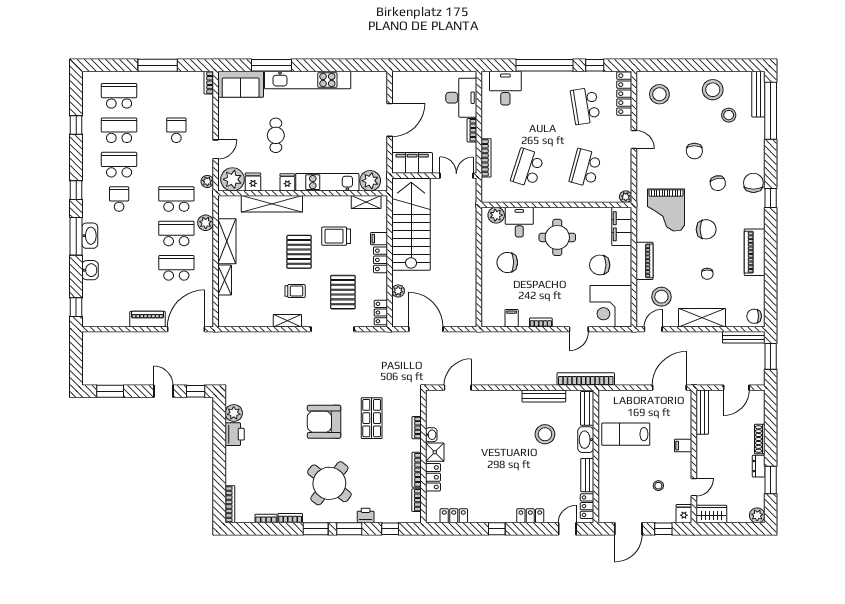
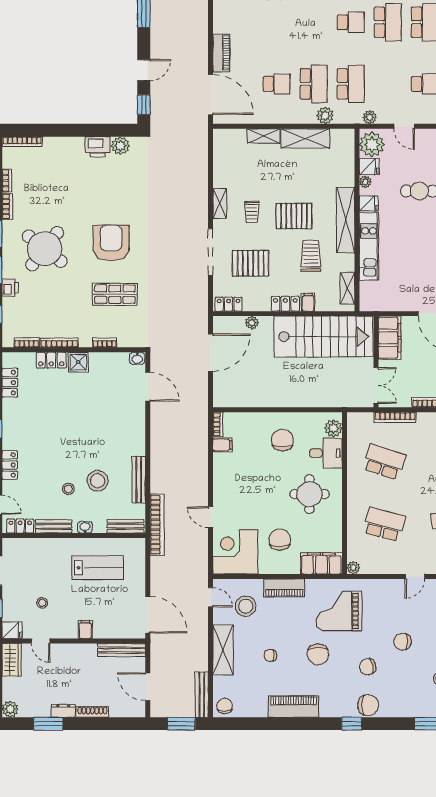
plant: (370, 181) -> (365, 182), moved, width x0.53, depth x0.53
shelving: (272, 204) -> (346, 220), moved
school desk: (176, 268) -> (277, 84), width x0.54
bookcase: (541, 322) -> (218, 424), moved
lab bench: (626, 434) -> (98, 568), turned 90
washbasin: (431, 435) -> (137, 358), moved
washbasin: (586, 440) -> (85, 527), width x0.52, depth x0.69
stool: (553, 461) -> (68, 489), added

